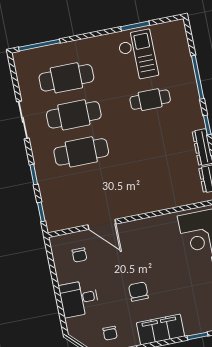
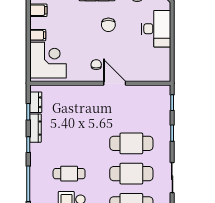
door: (102, 224) -> (115, 83), moved
chair: (79, 255) -> (96, 65), moved
desk: (79, 299) -> (156, 29), width x1.37

